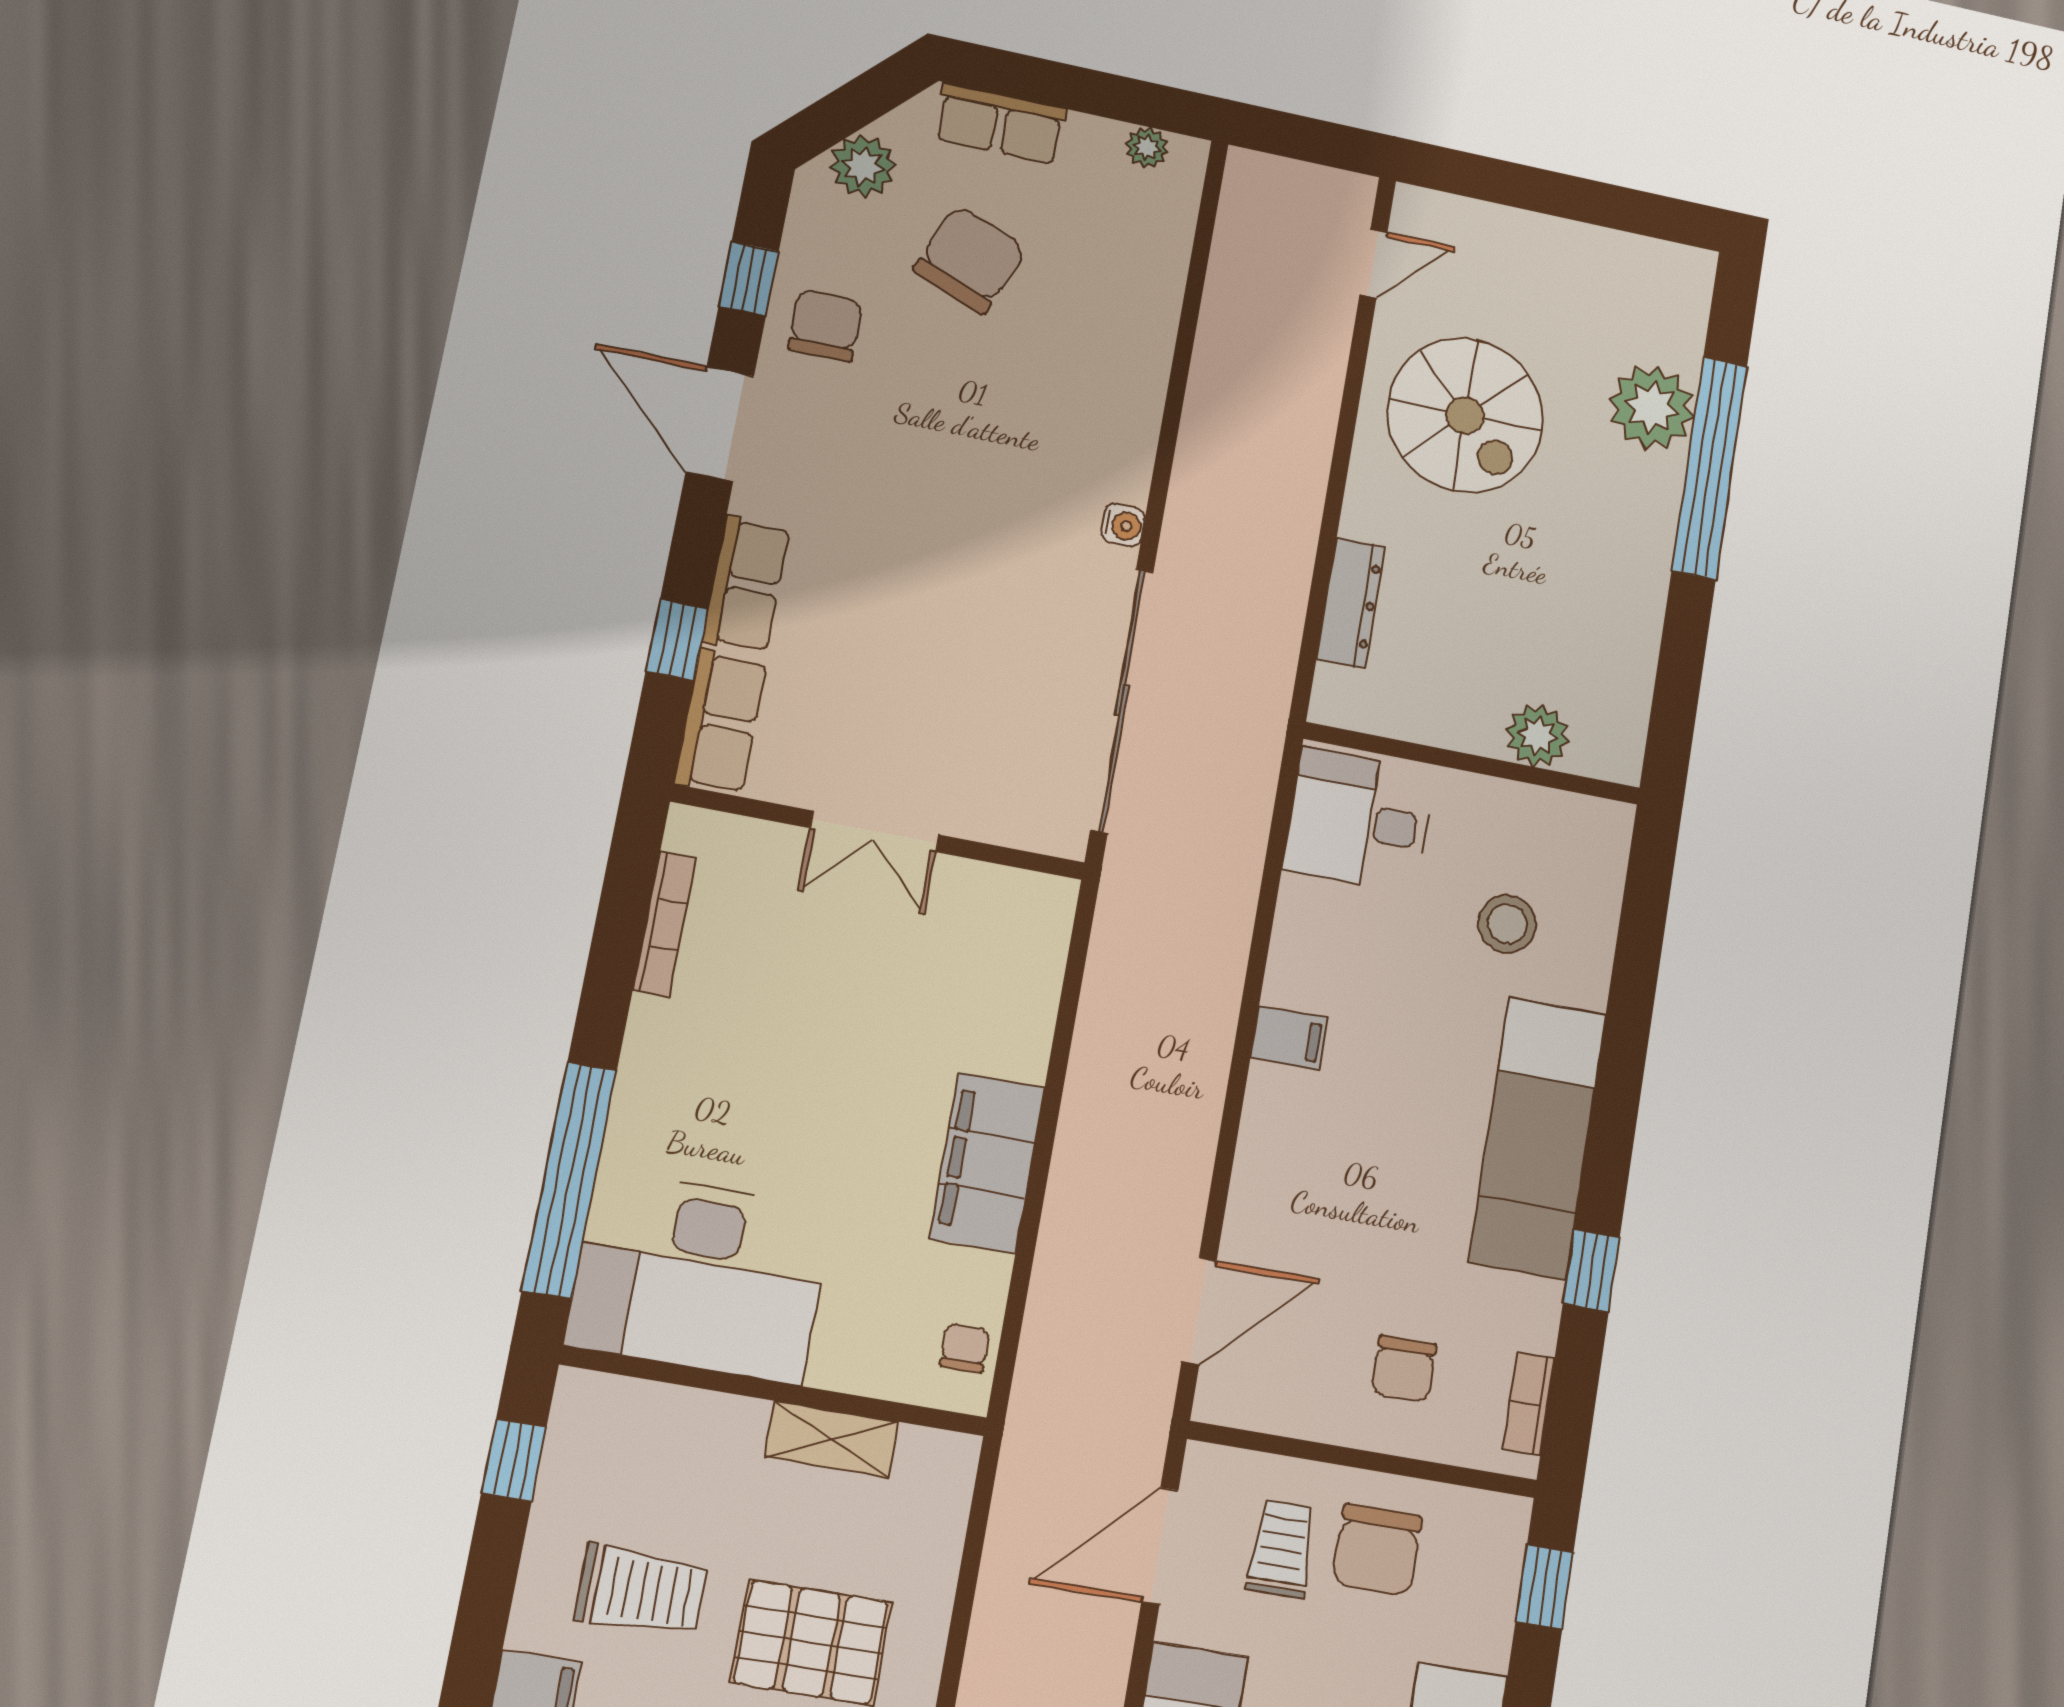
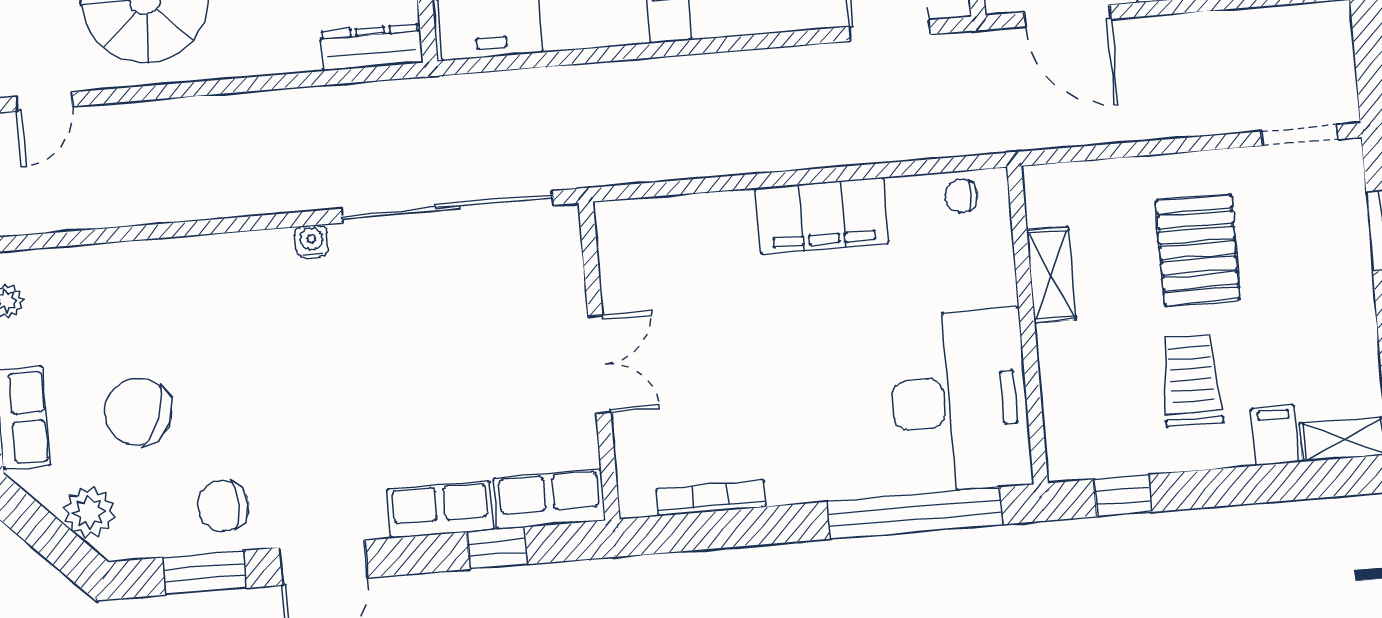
door: (1374, 263) -> (44, 102), swing flipped
window: (749, 279) -> (205, 573), width x1.50
dresser: (1351, 603) -> (371, 47), moved

